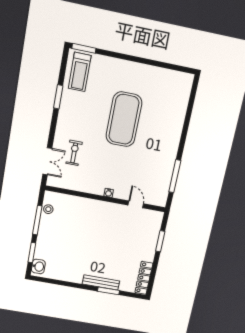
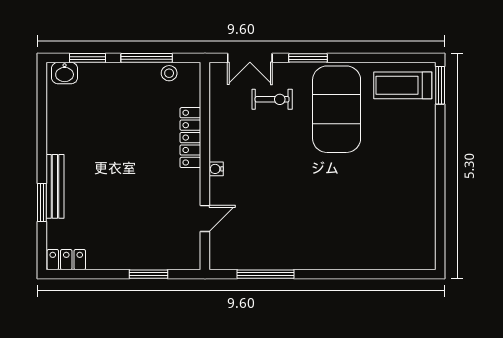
window: (58, 97) -> (308, 58), moved
exercise mat: (124, 119) -> (337, 109), moved, turned 90
locker: (88, 204) -> (190, 138), added
locker: (144, 278) -> (66, 260), width x0.66

